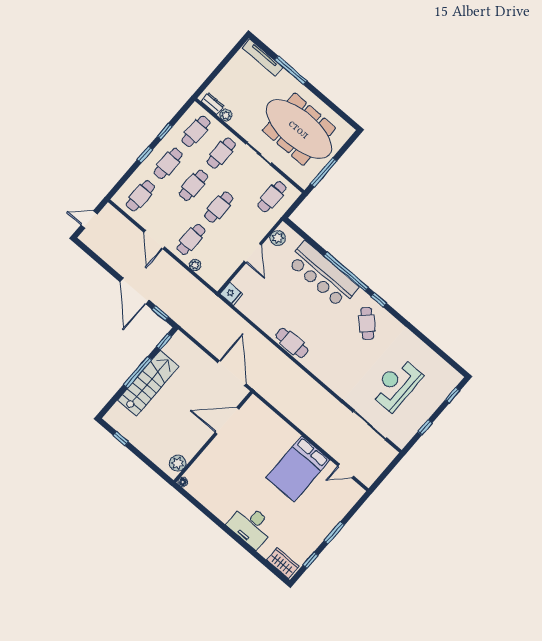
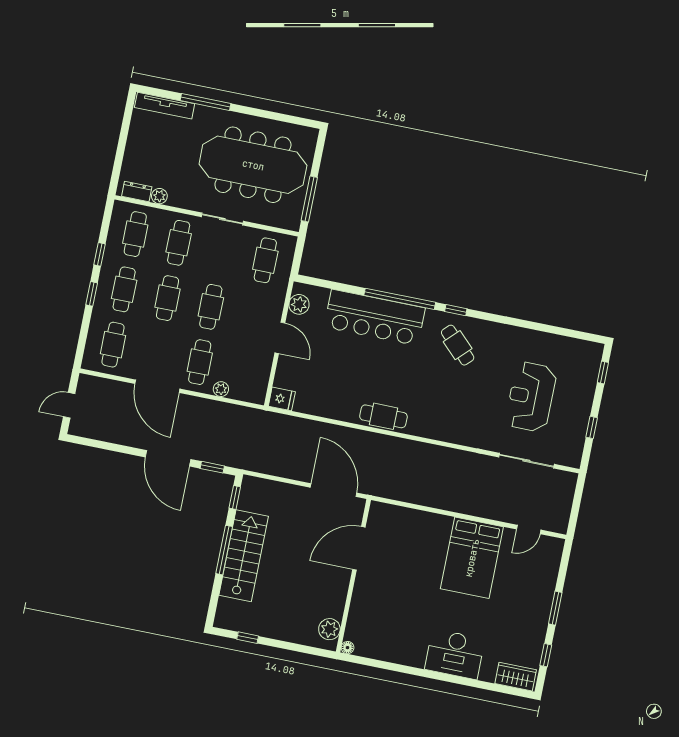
door: (154, 240) -> (157, 386), width x1.36

